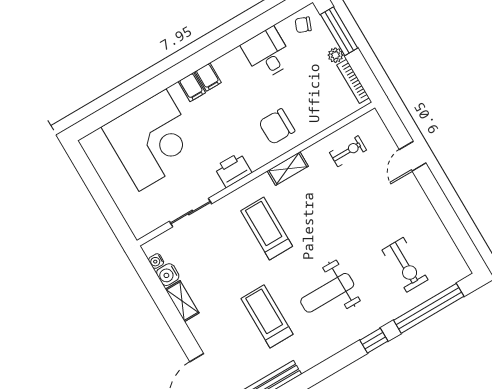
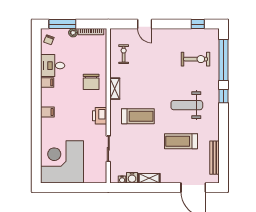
filing cabinet: (208, 77) -> (47, 82), moved
corner desk: (152, 140) -> (62, 162), moved, turned -90
treadmill: (267, 228) -> (138, 116), turned 180
window: (460, 237) -> (198, 24), added
weight bench: (327, 293) -> (187, 105), turned 90

